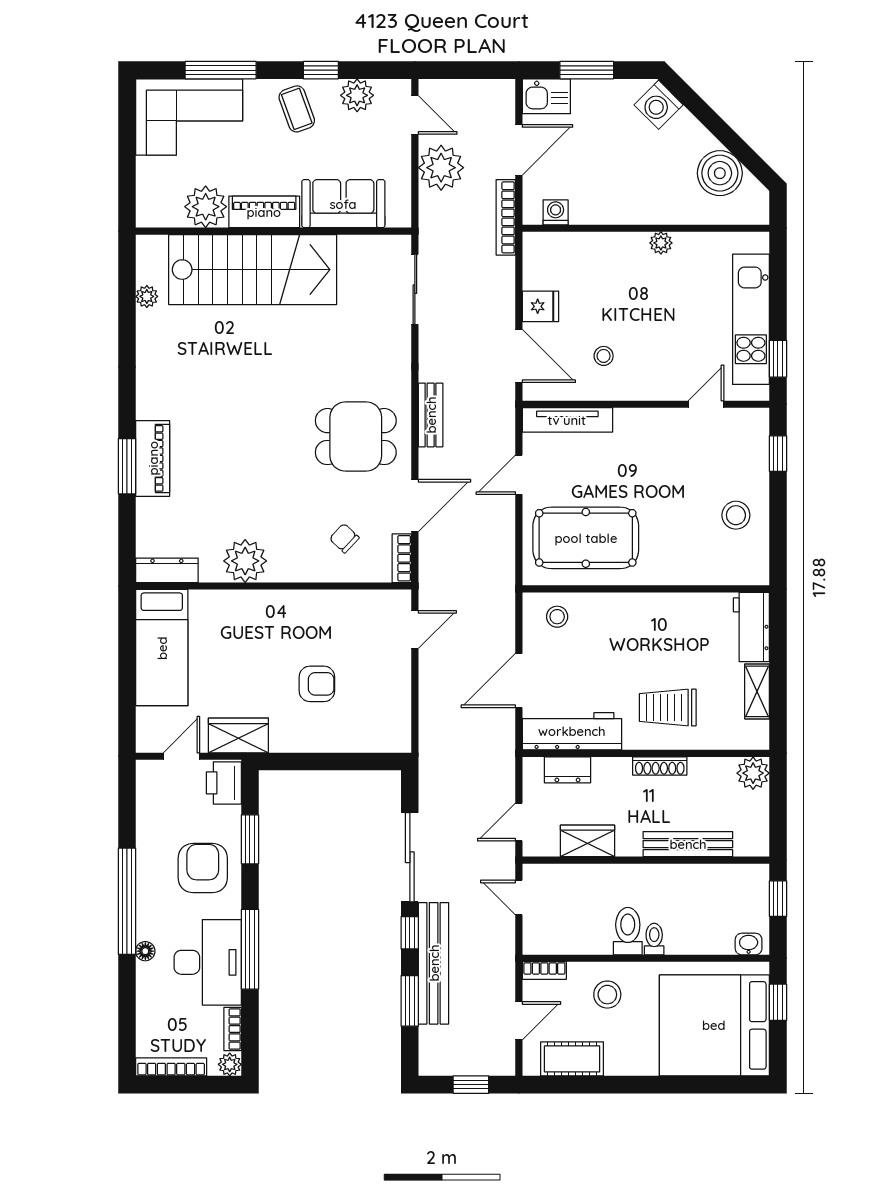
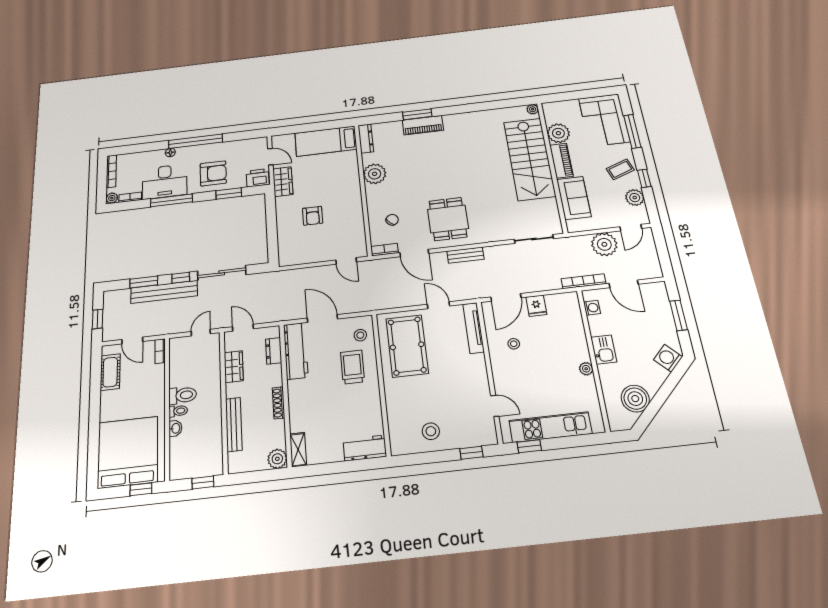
kitchen sink: (546, 96) -> (604, 350), moved, turned 180
plant: (147, 296) -> (533, 109), moved
shelving: (757, 691) -> (298, 450), moved, turned 90
trolley: (668, 707) -> (352, 367), moved
washbasin: (749, 944) -> (175, 428), moved
stool: (607, 995) -> (146, 388), removed

